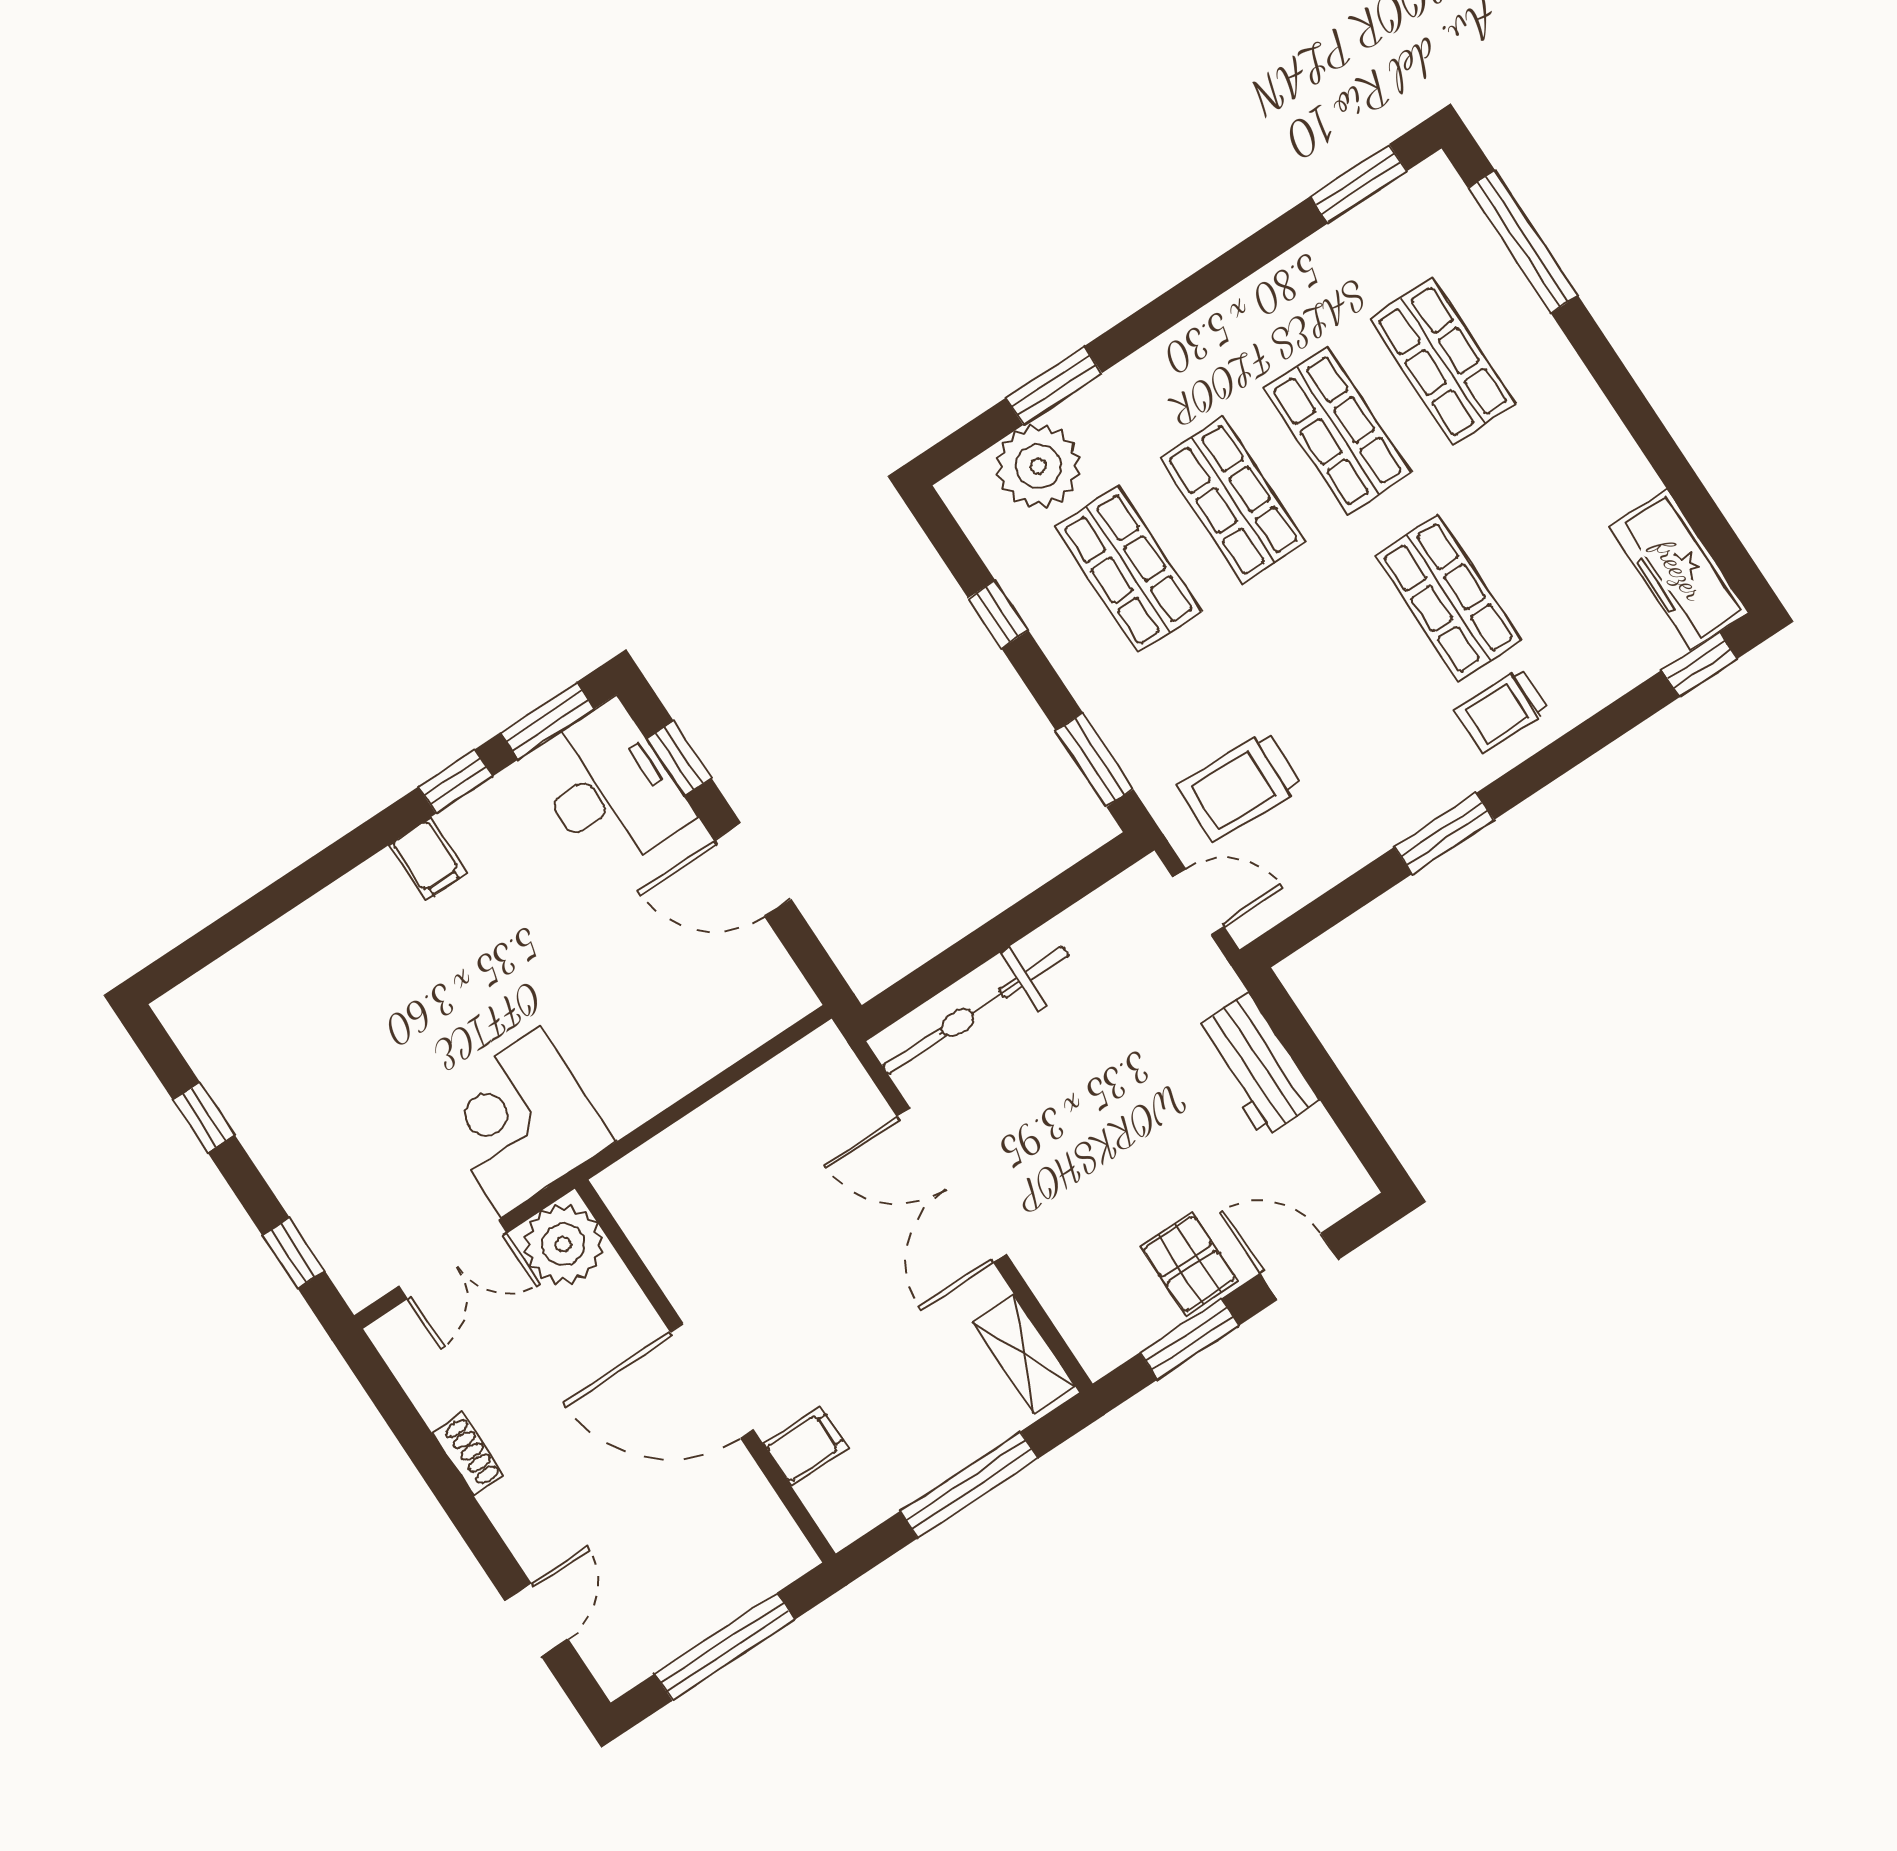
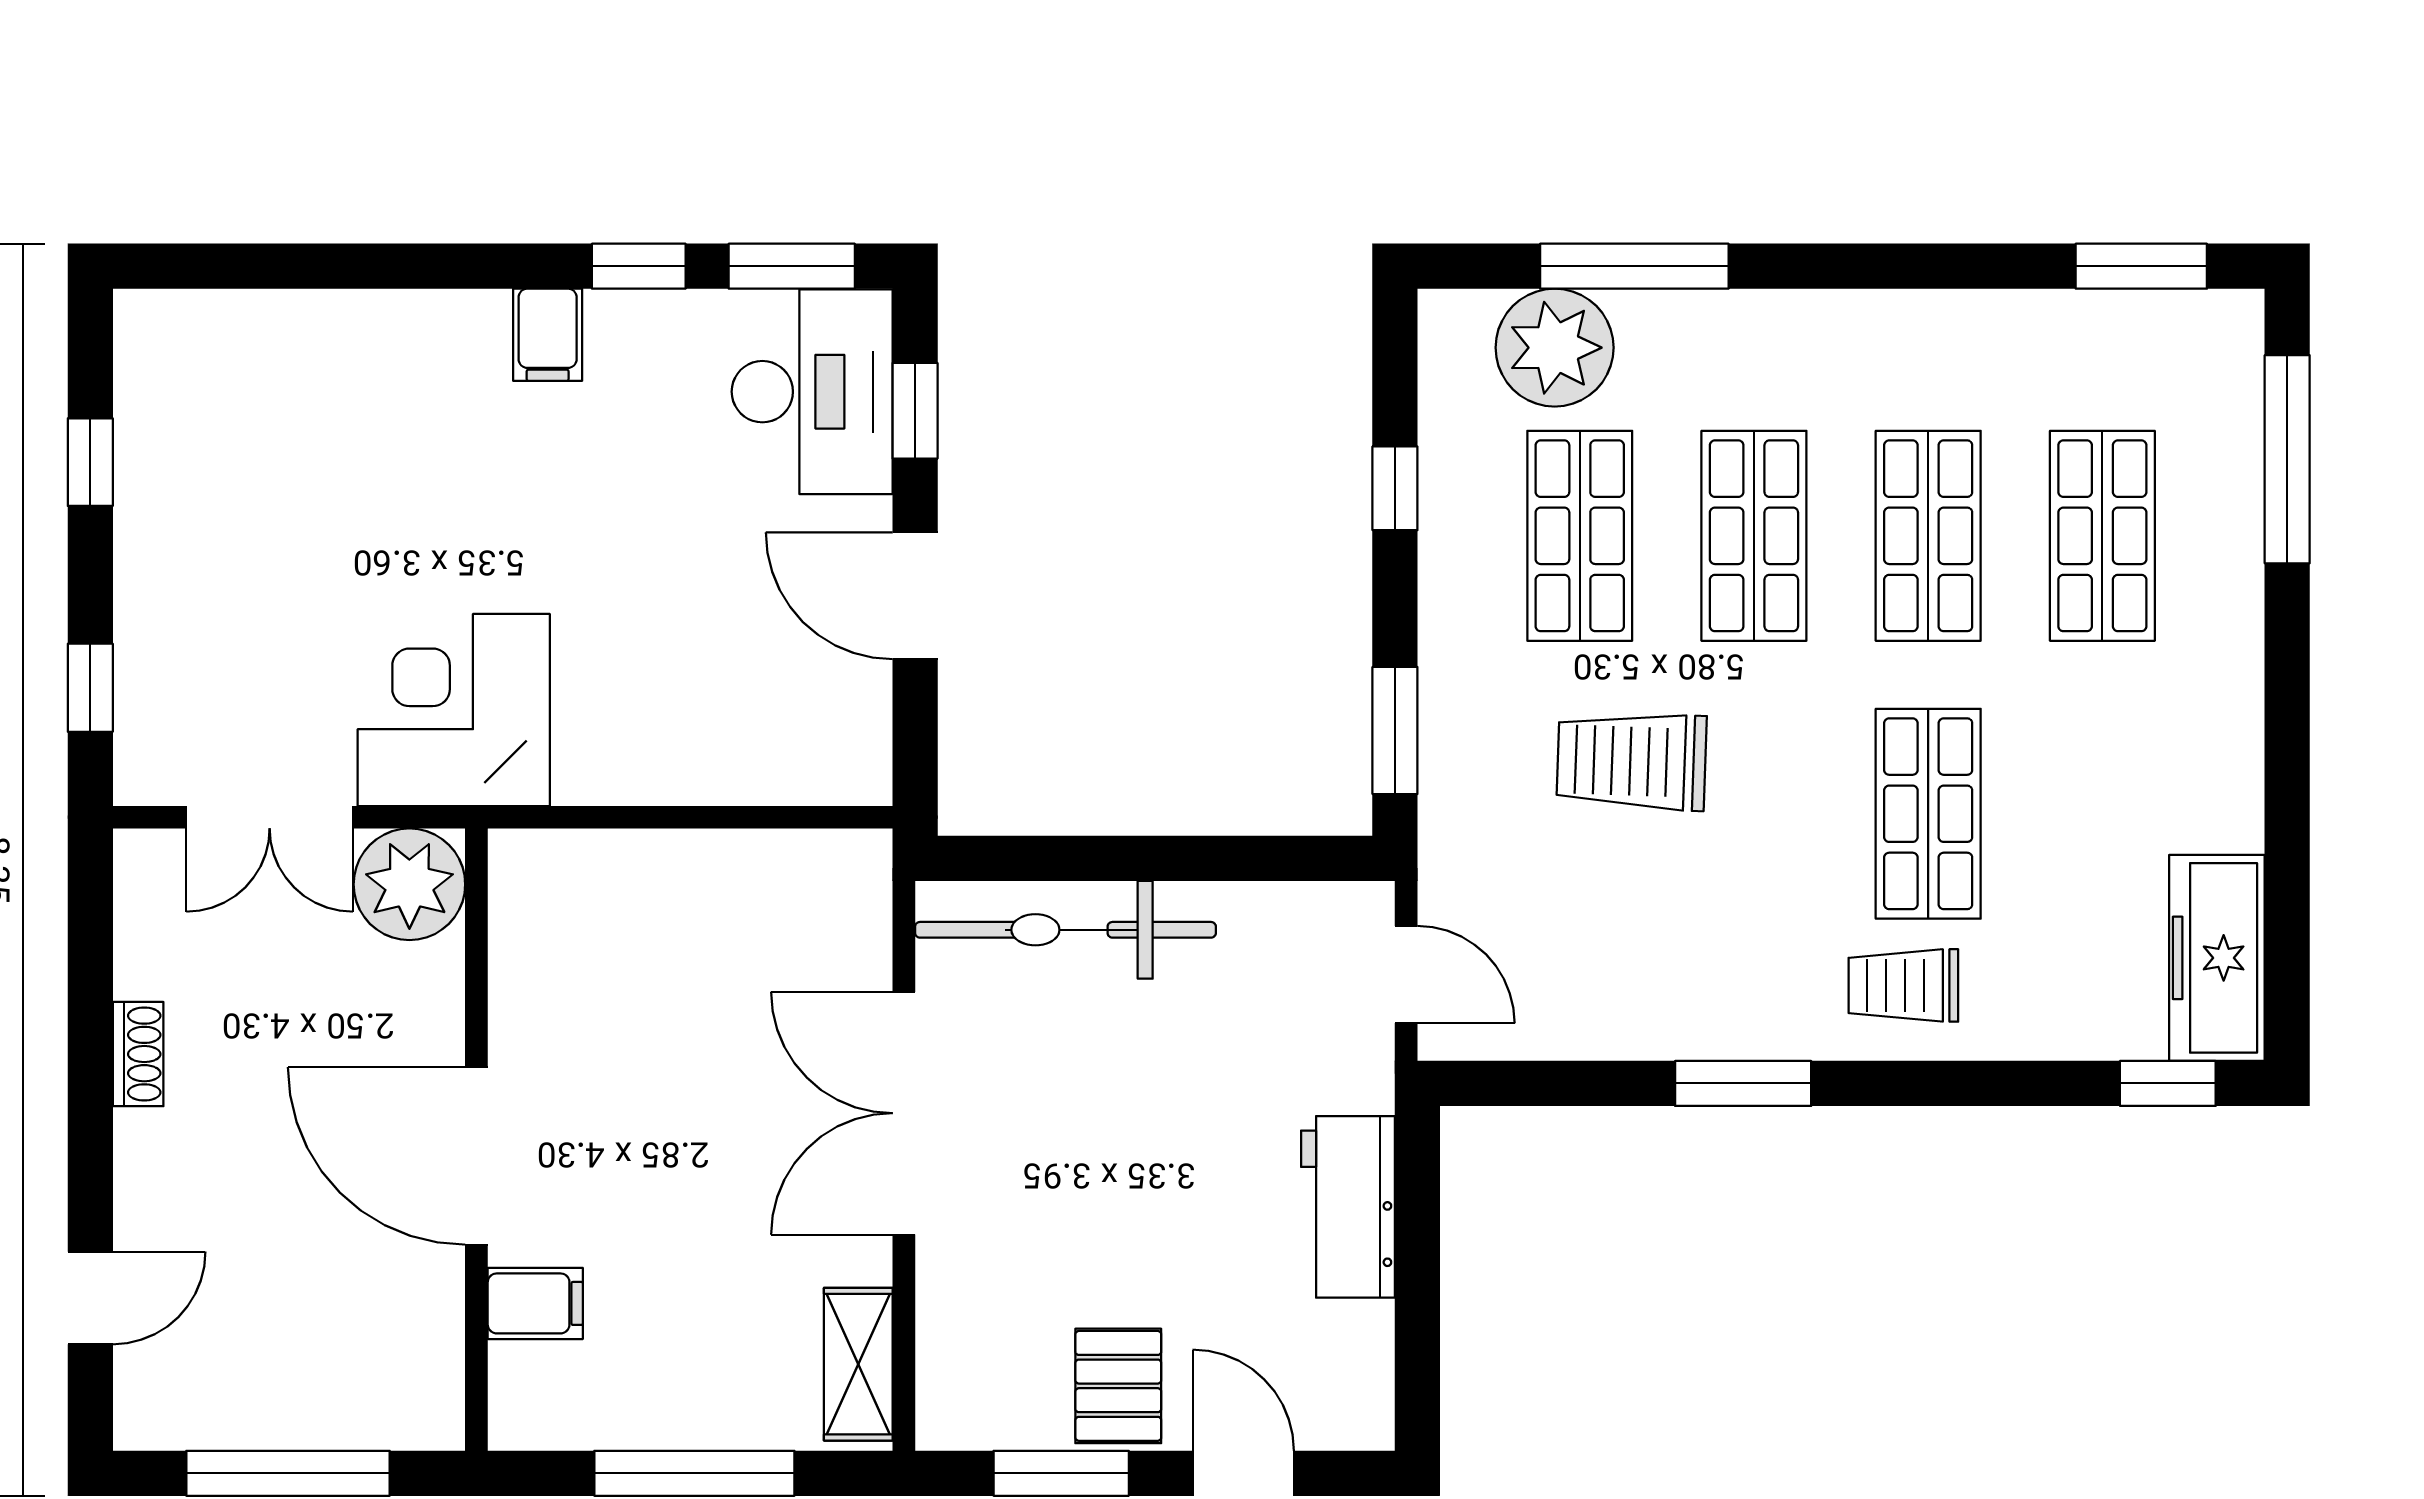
window: (1054, 386) -> (1634, 266), width x1.44
trolley: (1240, 787) -> (1632, 761), moved

